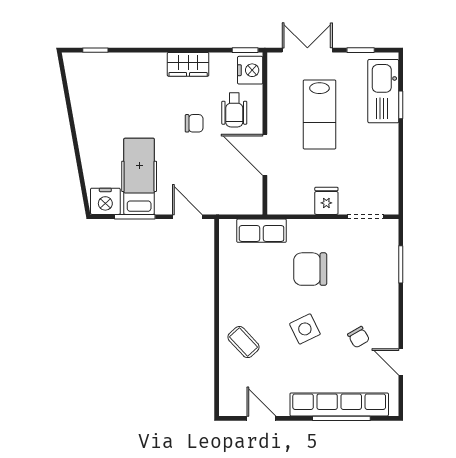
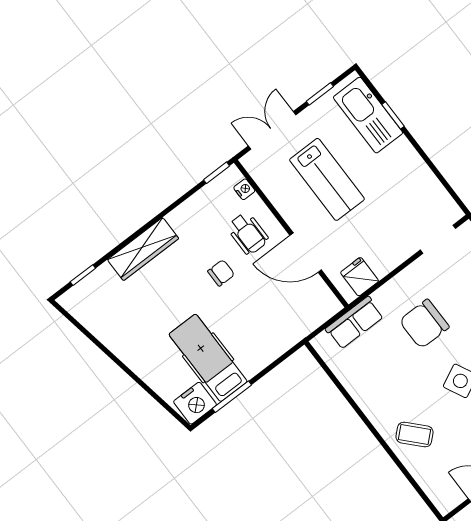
wardrobe: (188, 64) -> (143, 249), moved, width x1.50
nightstand: (250, 70) -> (244, 189), width x0.53, depth x0.56
fridge: (326, 201) -> (360, 277), moved
door: (187, 217) -> (279, 361), removed

